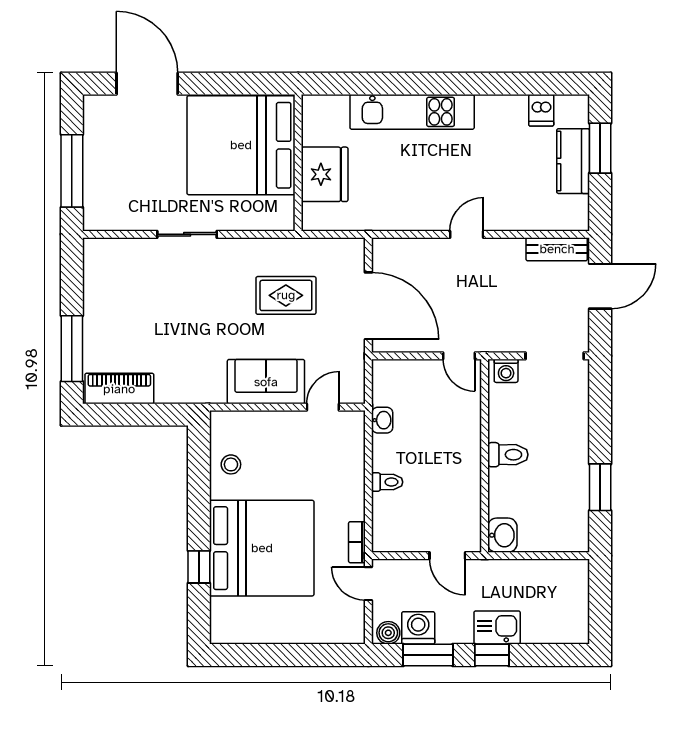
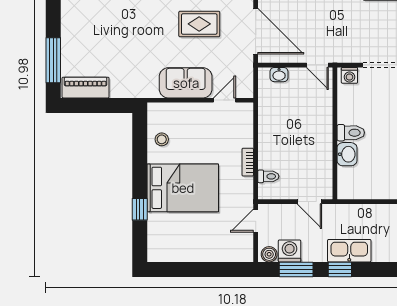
washbasin: (382, 420) -> (279, 75), moved, turned 90
toilet: (387, 482) -> (268, 176), moved
washbasin: (502, 535) -> (347, 154), moved
bookcase: (357, 542) -> (248, 162), moved
bed: (262, 548) -> (183, 188), width x0.73
door: (368, 584) -> (256, 221), hinge flipped
kitchen sink: (497, 628) -> (349, 251), width x1.38

